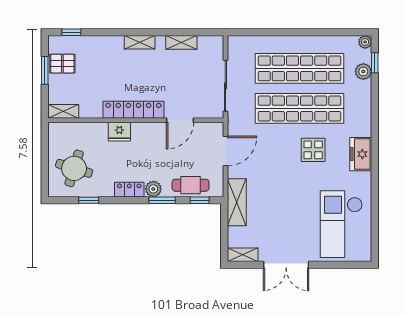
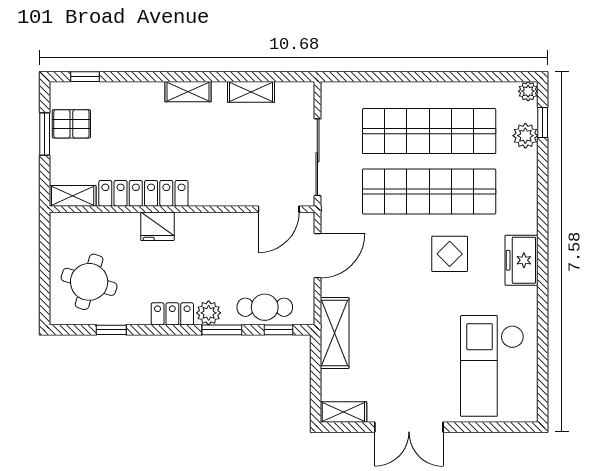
locker: (133, 110) -> (143, 193), moved
door: (180, 120) -> (279, 209), moved

